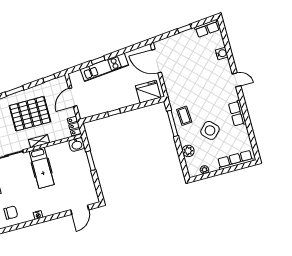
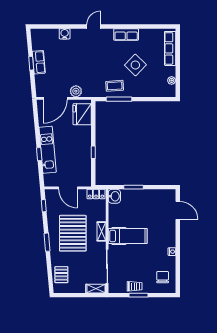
row of seats: (207, 29) -> (39, 62), moved
plant: (188, 151) -> (76, 91), moved

